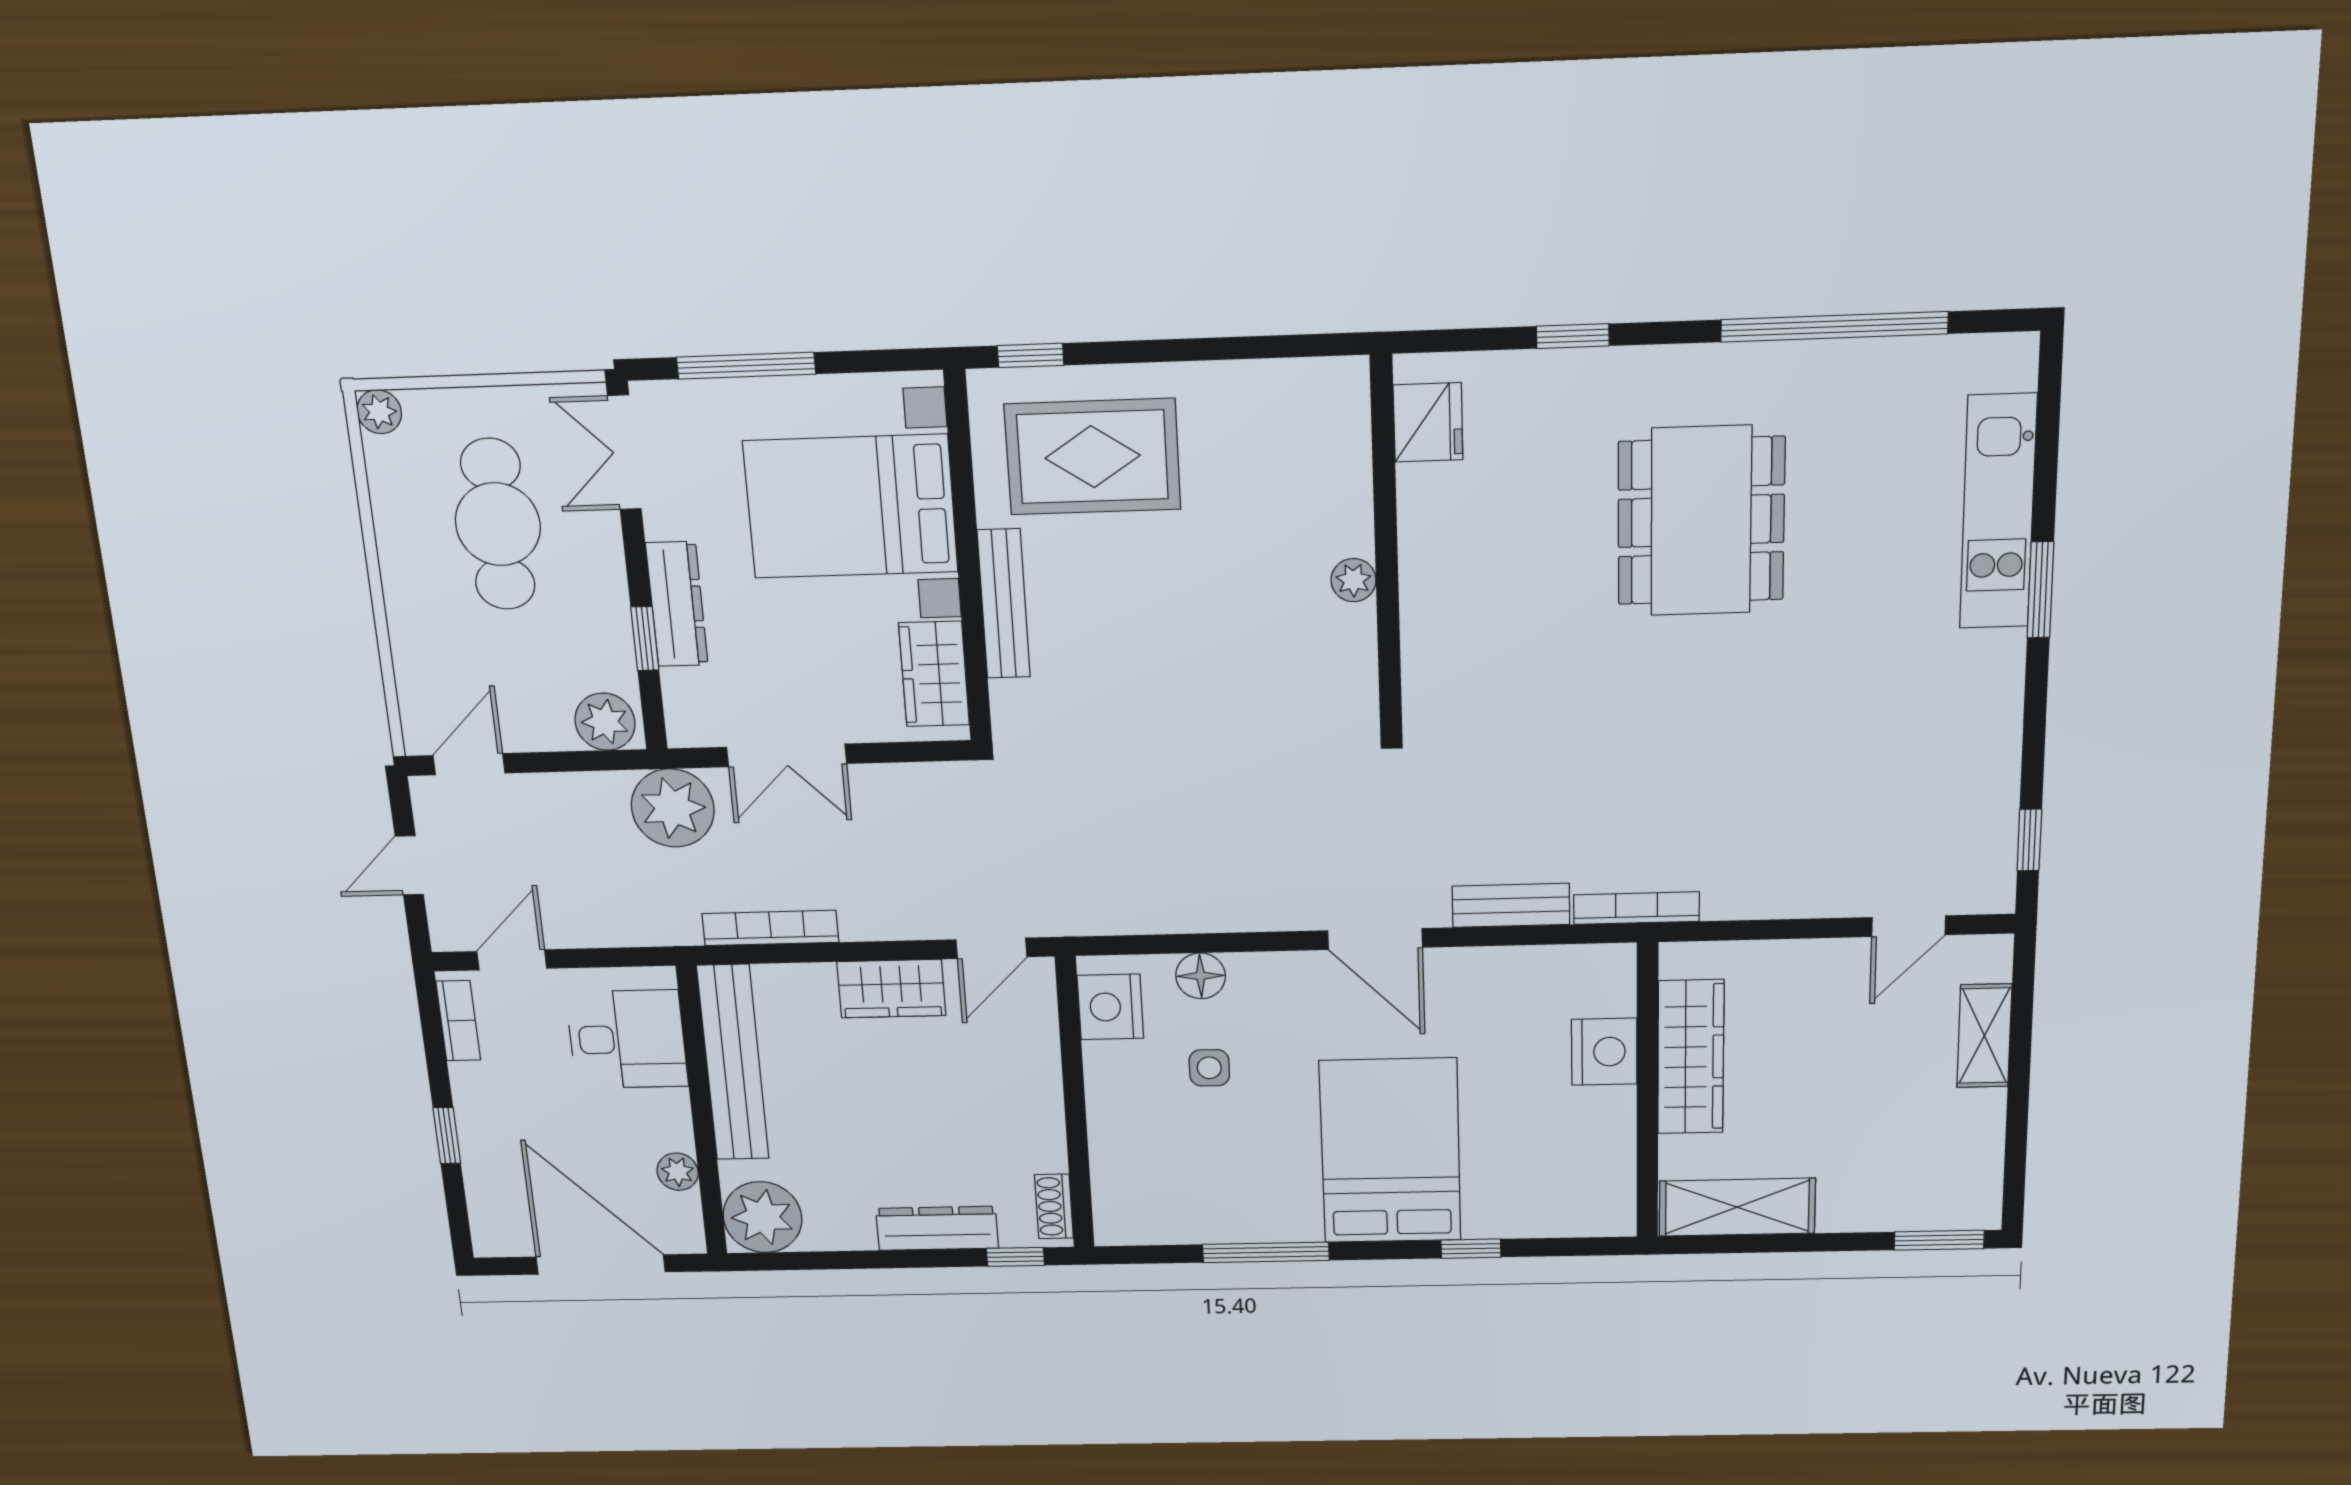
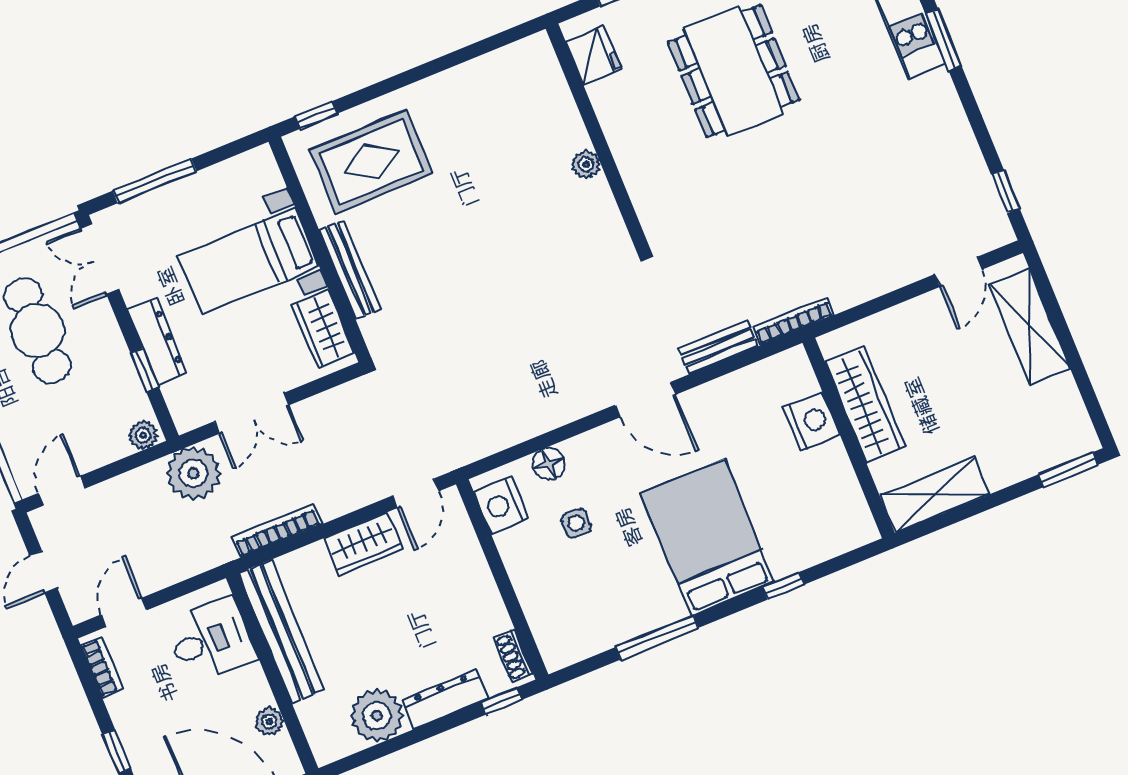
fridge: (1428, 422) -> (594, 56), moved
bed with nightstands: (851, 506) -> (249, 261), width x0.73
wall: (1386, 545) -> (597, 136), moved
plant: (1354, 580) -> (586, 164), moved
plant: (605, 722) -> (143, 435), width x0.73, depth x0.73
shelving: (1984, 1036) -> (1030, 327), width x1.50, depth x1.33
plant: (763, 1217) -> (377, 716), moved

